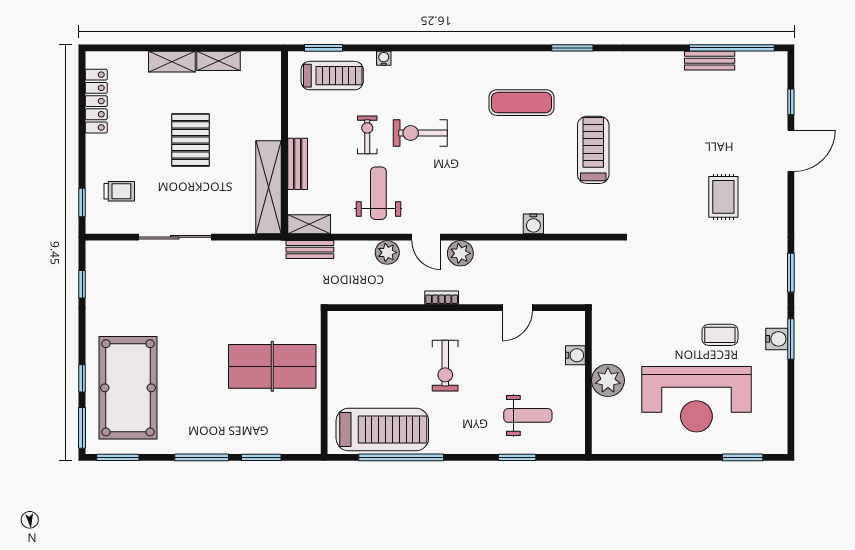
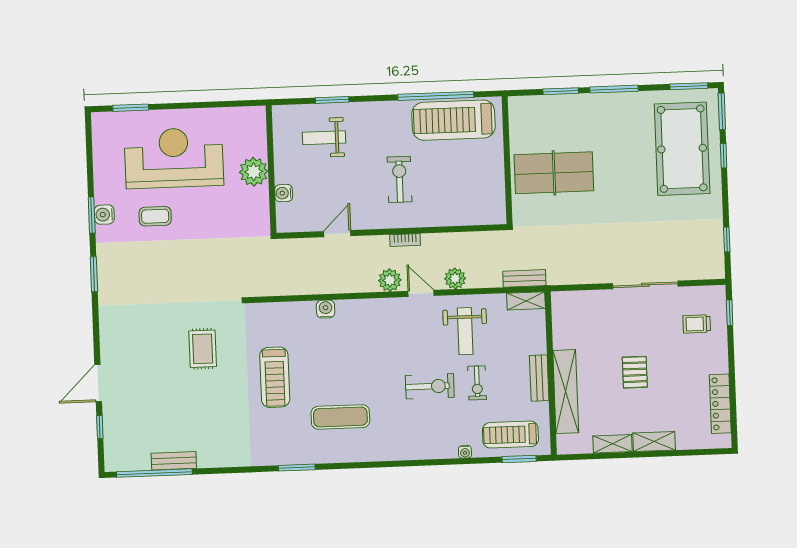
pallet: (190, 140) -> (635, 372), width x0.67, depth x0.71
bench: (298, 164) -> (539, 378), moved
shelving: (269, 187) -> (566, 392), moved
rug: (723, 197) -> (203, 349), moved

